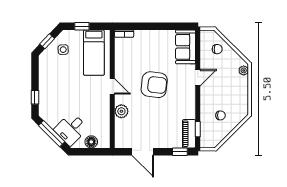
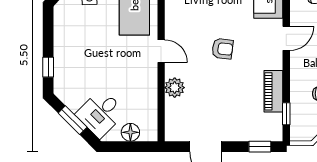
armchair: (154, 85) -> (222, 49), width x0.53, depth x0.53
window: (52, 134) -> (73, 120), width x0.69
piano: (189, 134) -> (273, 91), moved

